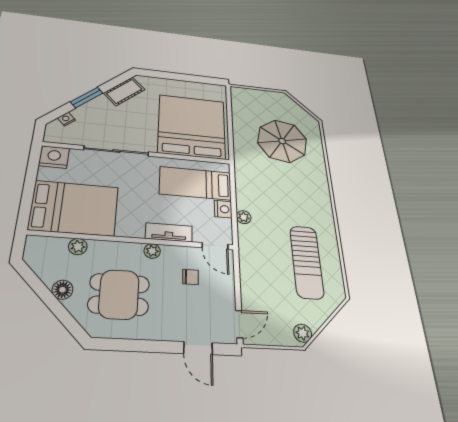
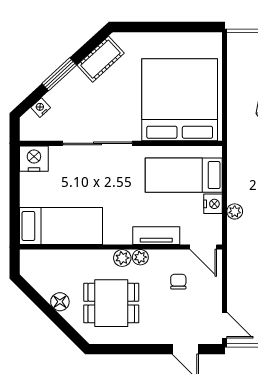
bed: (74, 208) -> (61, 226), width x0.67
plant: (78, 247) -> (122, 258), moved
chair: (190, 277) -> (178, 282), turned -90
door: (239, 324) -> (225, 325), hinge flipped

